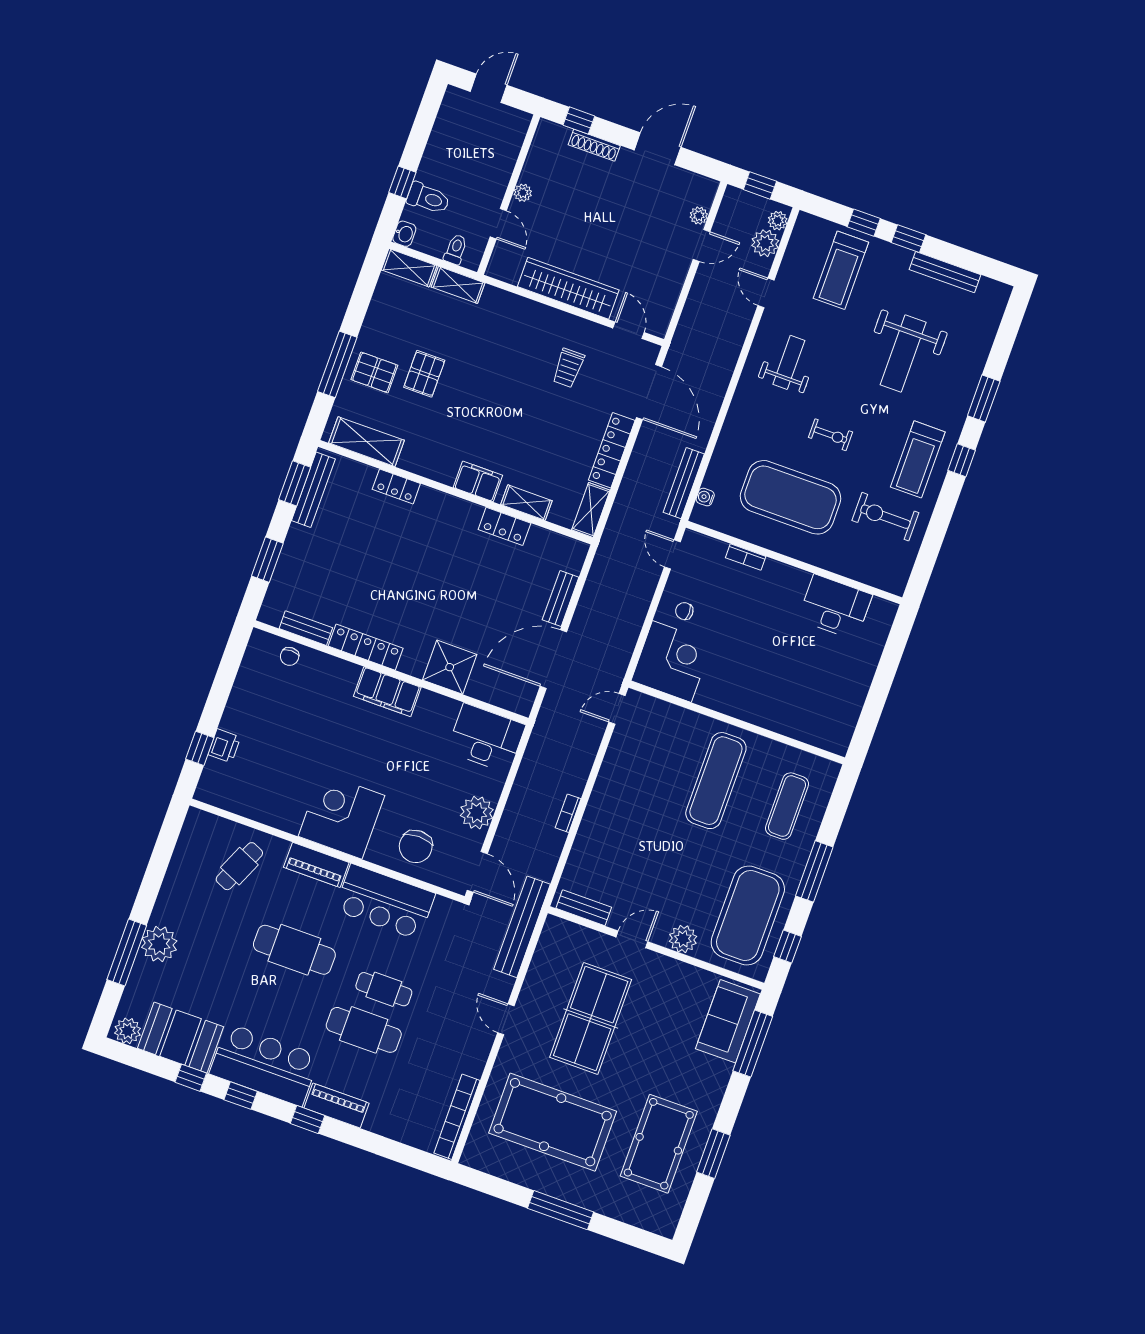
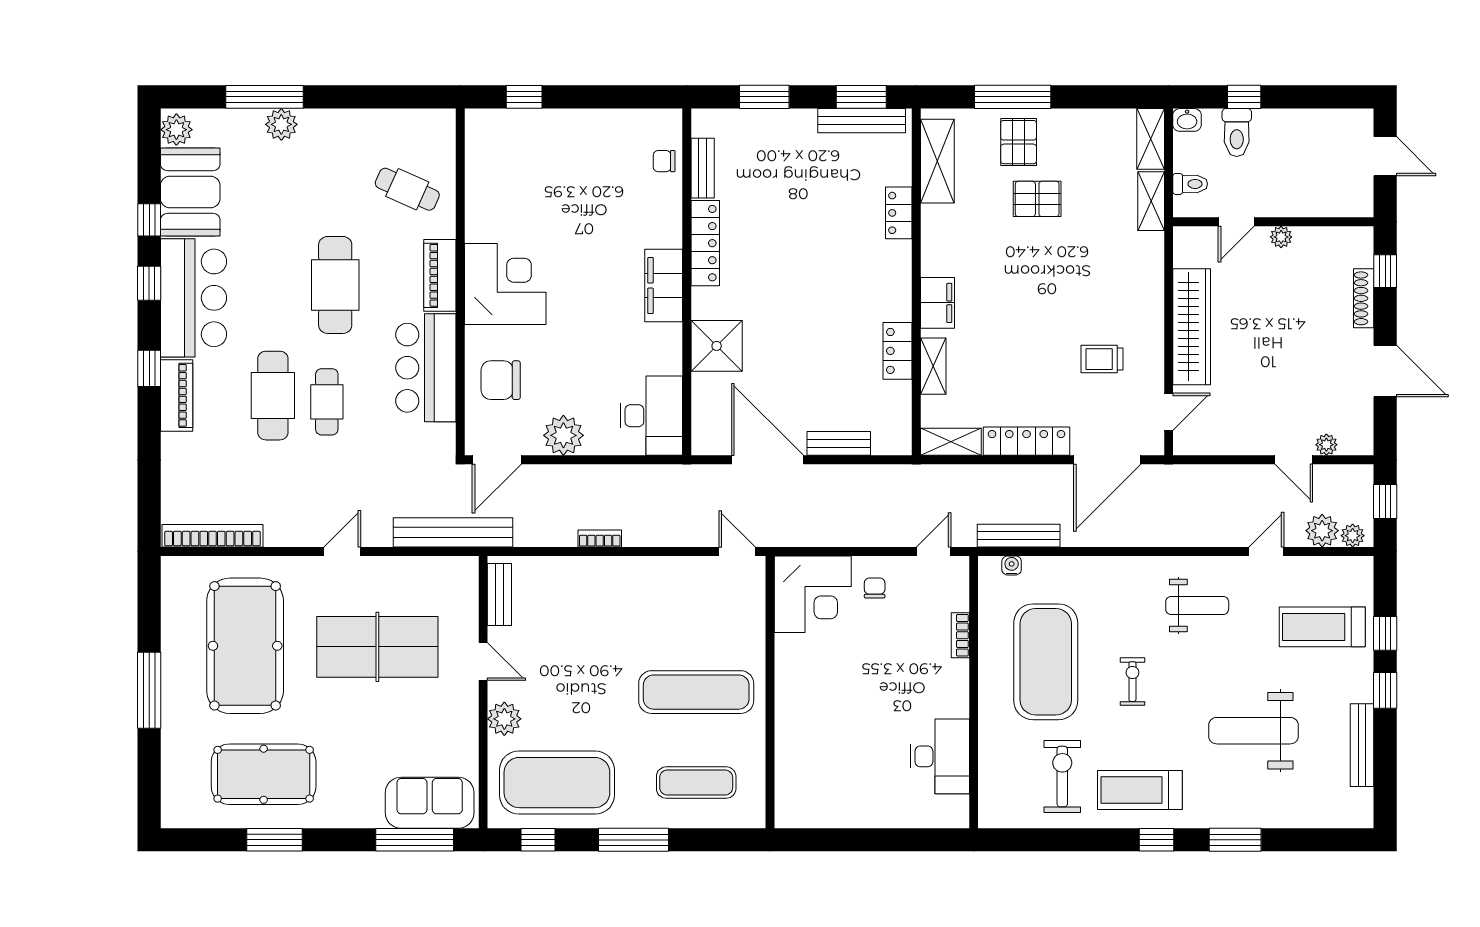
exercise bike: (830, 435) -> (1132, 682), turned 180
printer: (224, 746) -> (537, 124), removed
plant: (159, 944) -> (281, 124), width x0.73, depth x0.73

